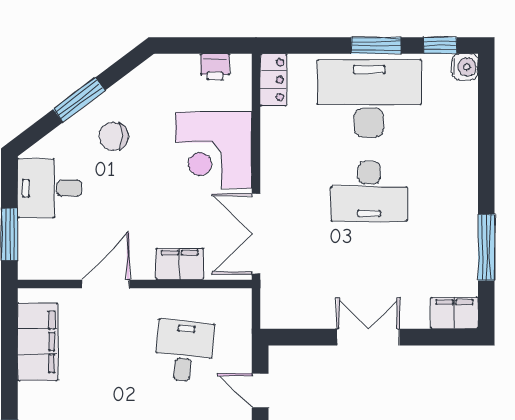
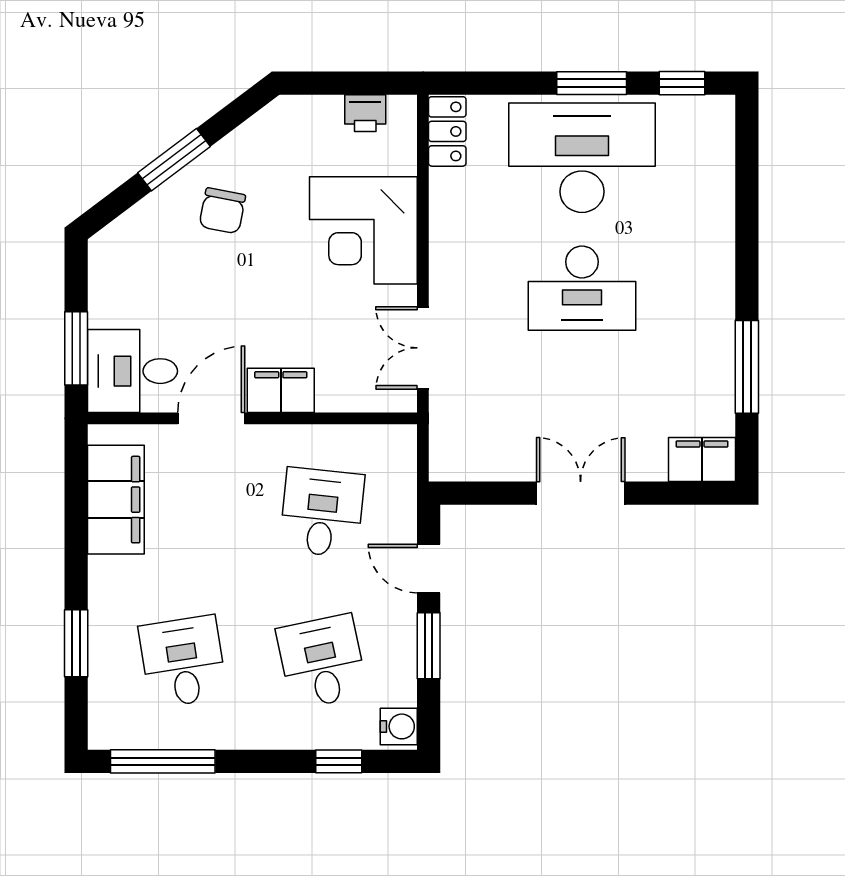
water cooler: (465, 67) -> (717, 113), removed
chair: (113, 136) -> (222, 211), turned -79
desk: (49, 188) -> (132, 371), moved
double door: (256, 234) -> (423, 348), width x0.73
filing cabinet: (180, 264) -> (281, 390), moved

